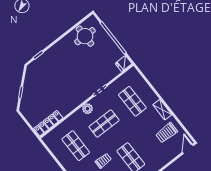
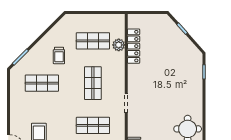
plant: (87, 109) -> (119, 45), moved
locker: (48, 123) -> (134, 46), moved

